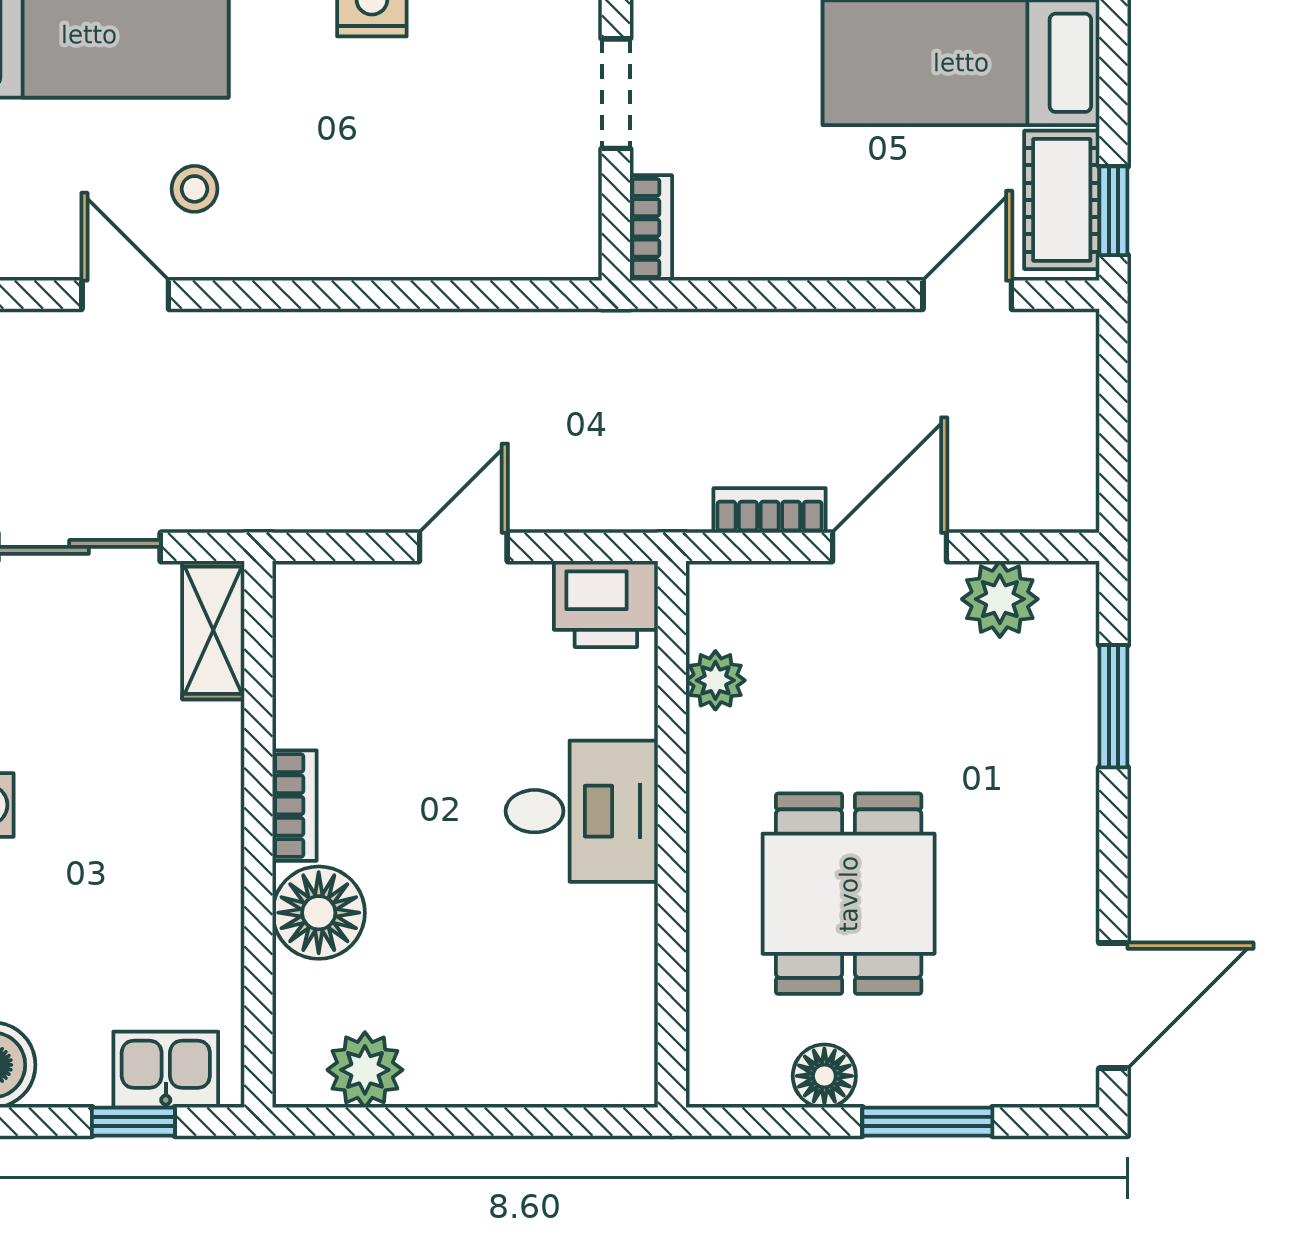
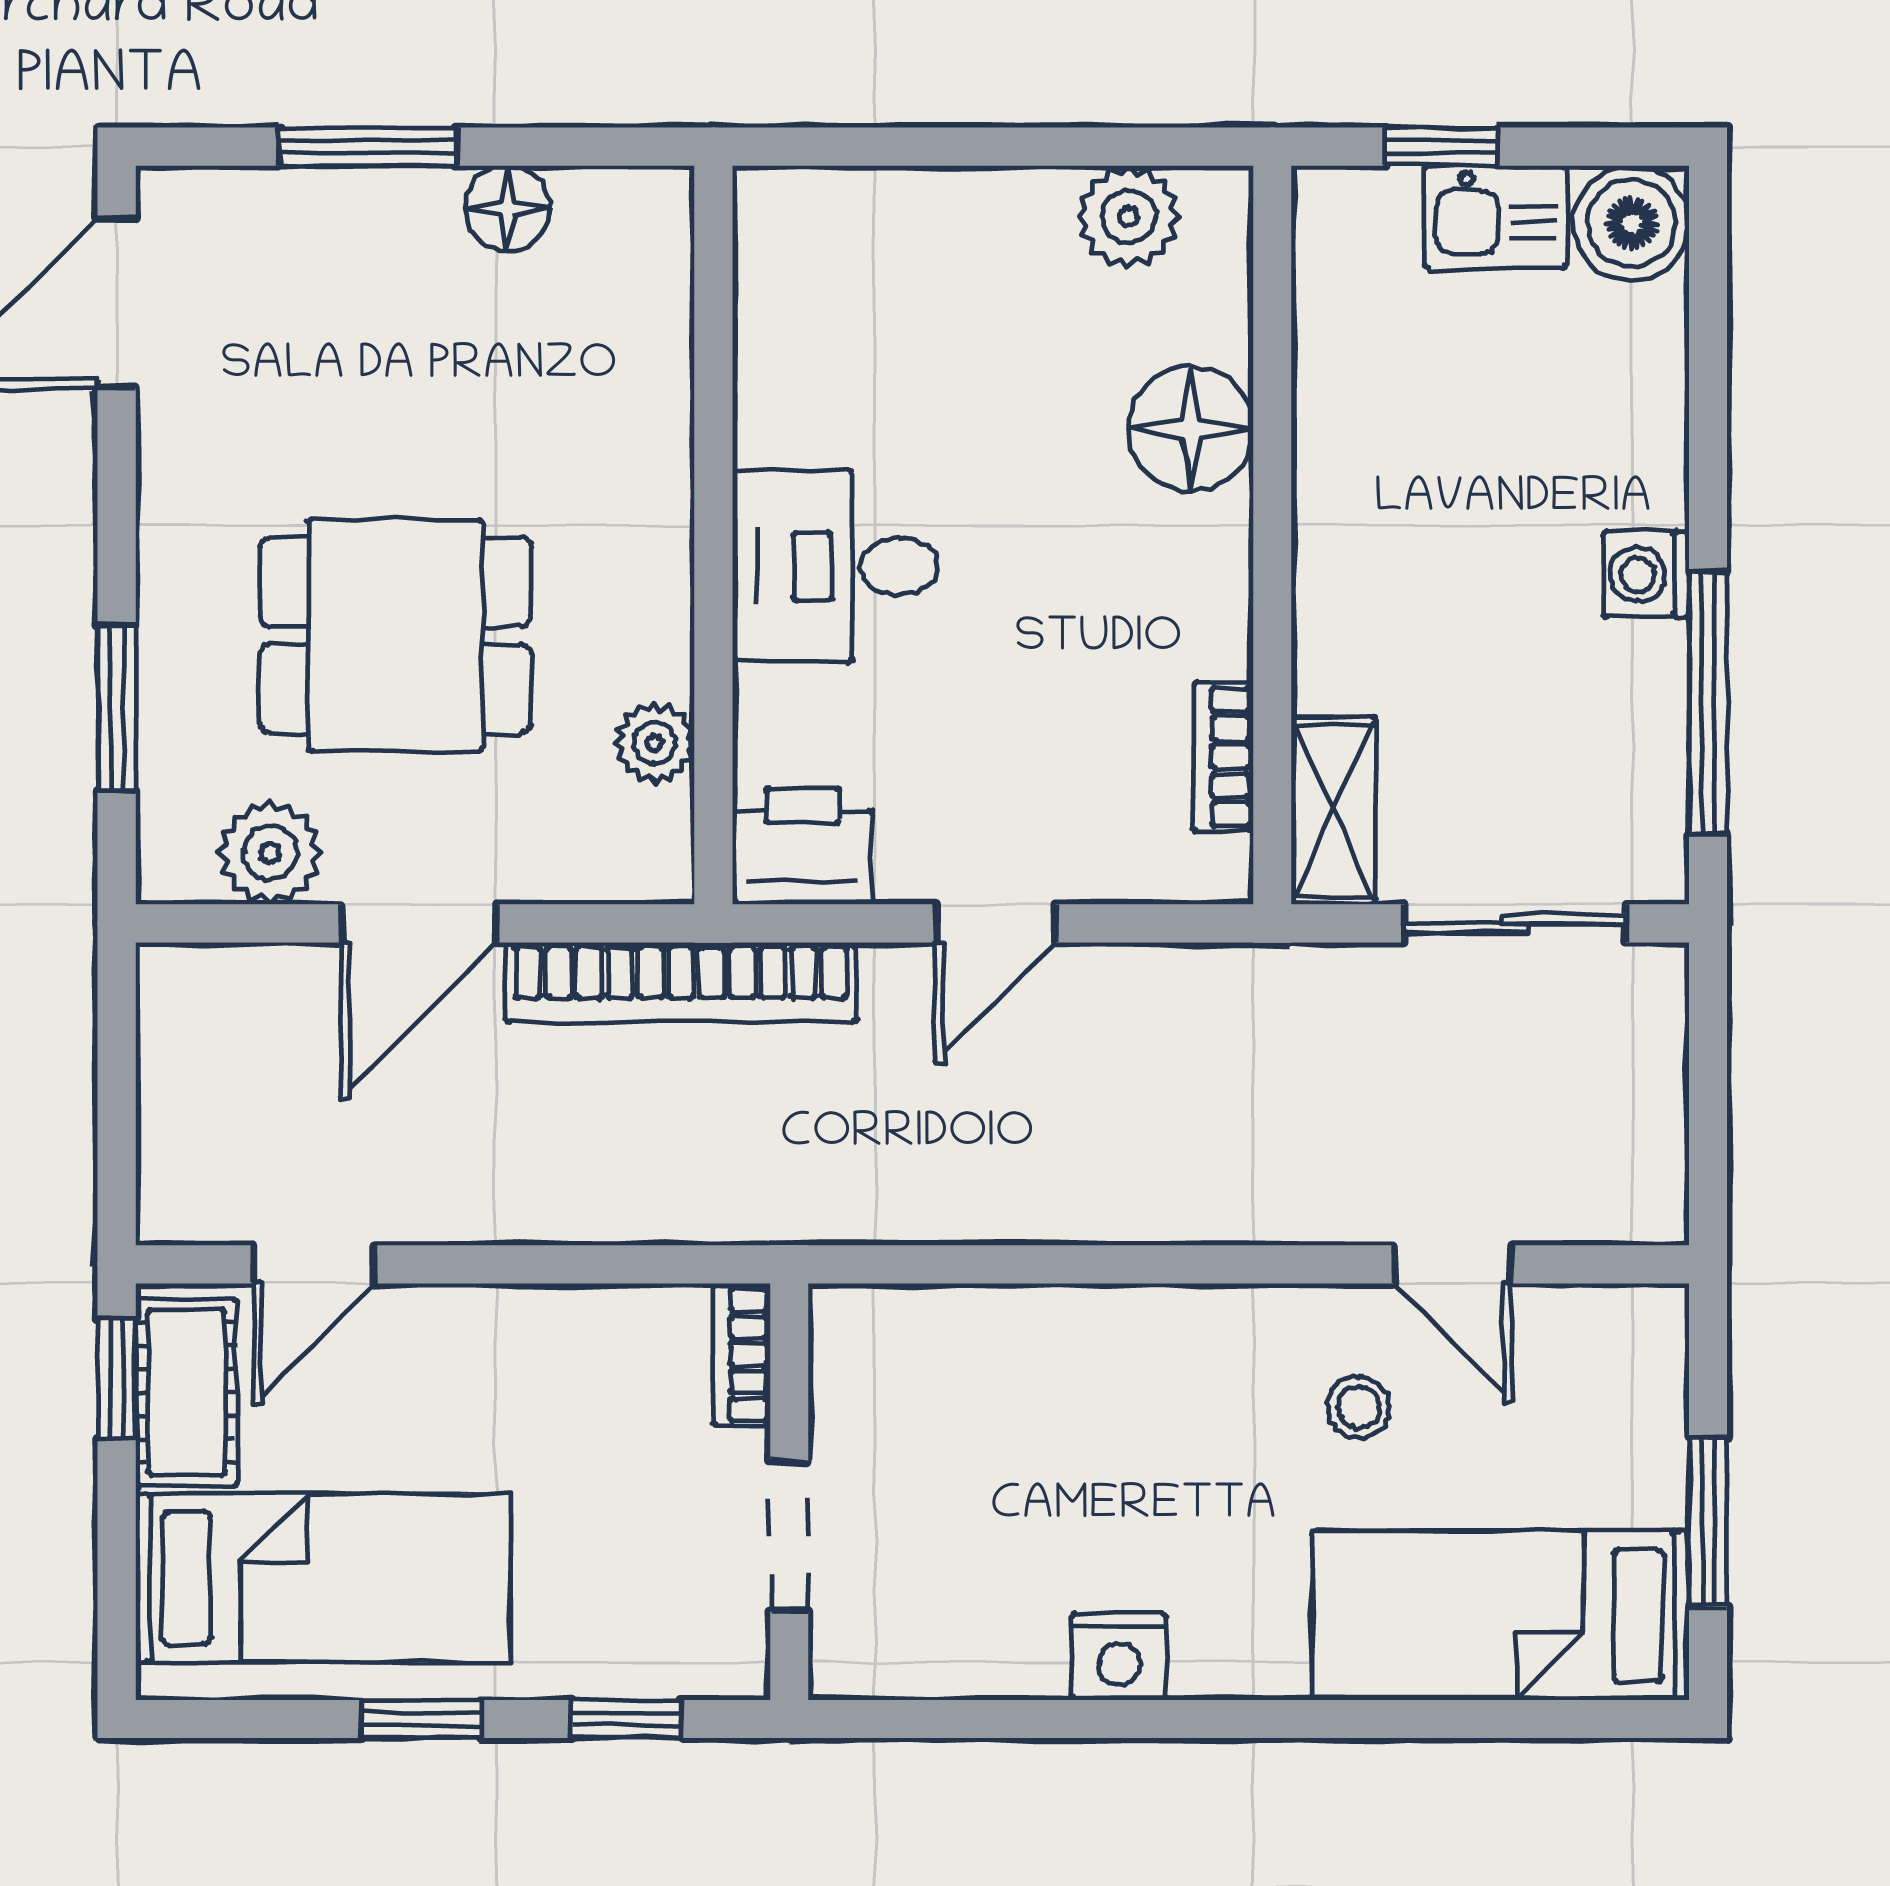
bookcase: (770, 511) -> (681, 982), width x2.31, depth x1.31
bookcase: (295, 806) -> (1223, 757), moved
dining table: (849, 894) -> (395, 635), moved, turned 90
kitchen sink: (166, 1070) -> (1495, 217), moved

